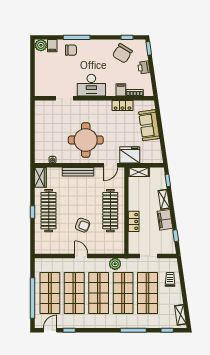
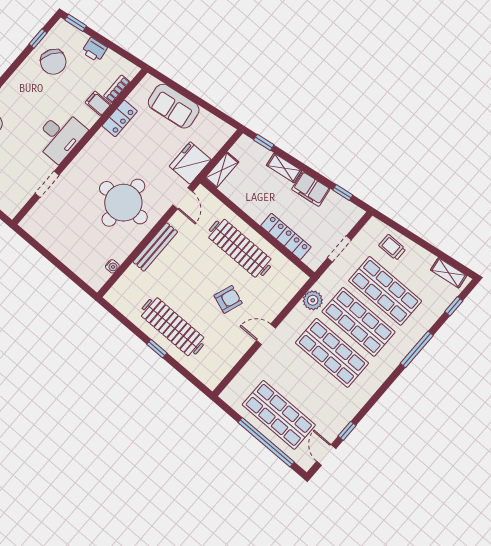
wardrobe: (40, 177) -> (121, 301), removed
locker: (134, 221) -> (286, 236), width x1.53
shop shelf: (74, 293) -> (305, 384), removed

